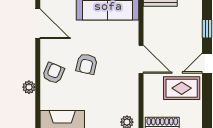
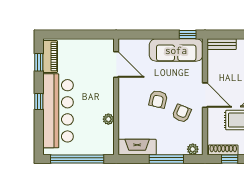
armchair: (53, 73) -> (182, 113), moved

